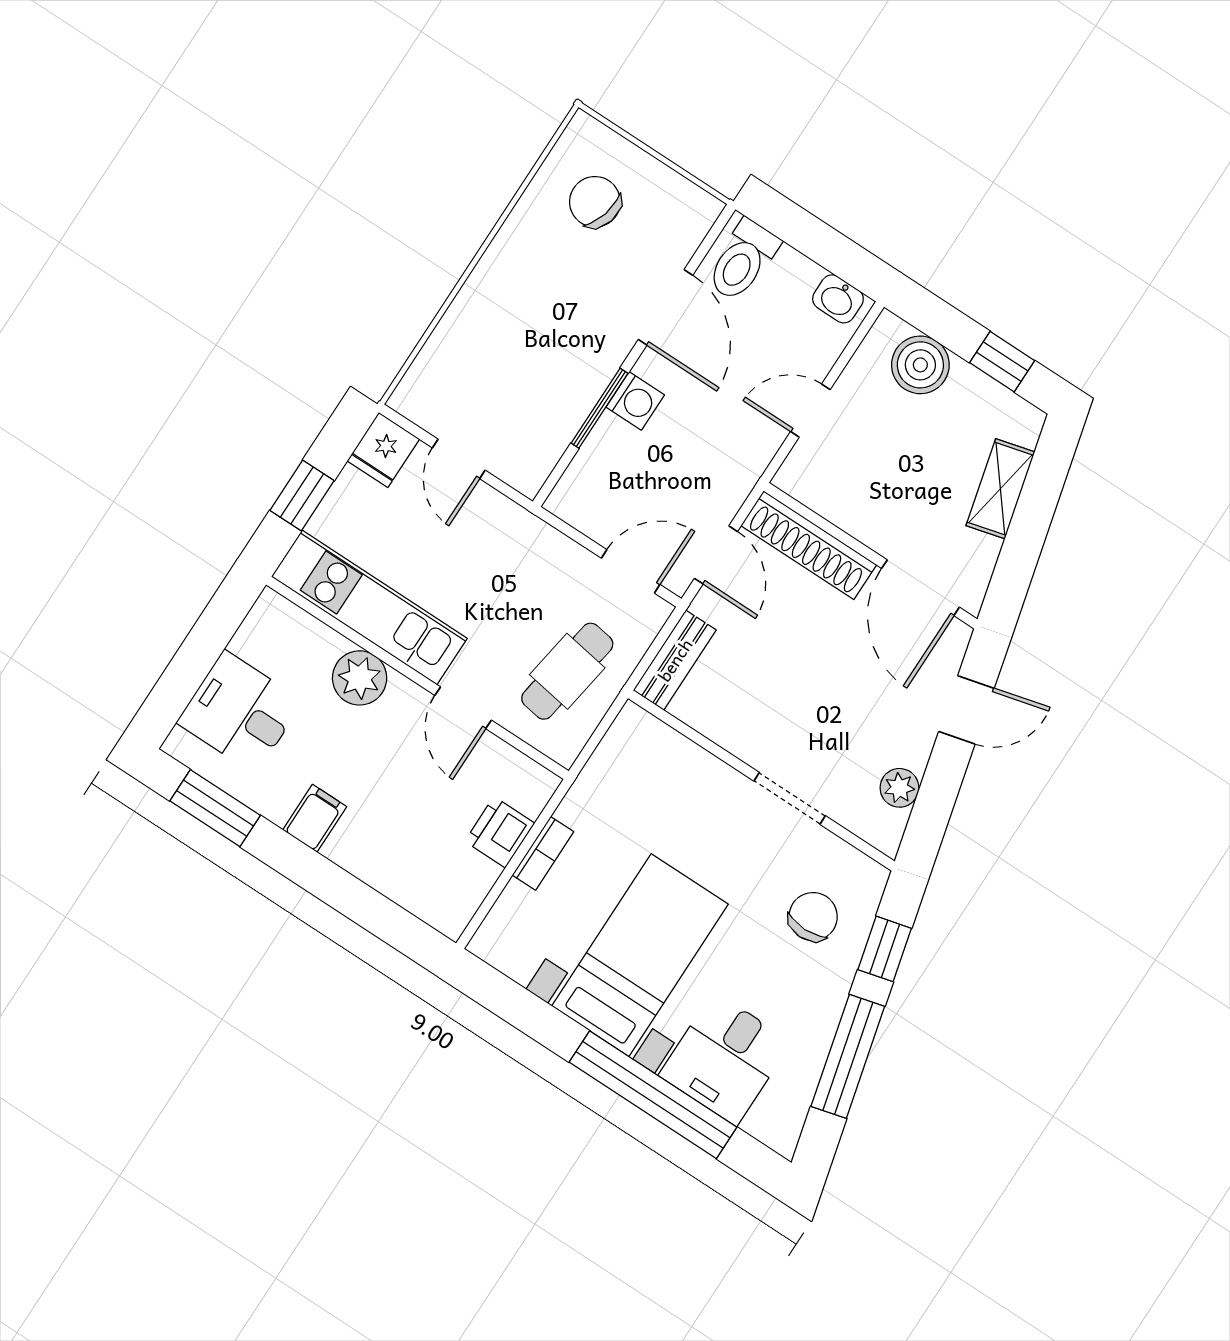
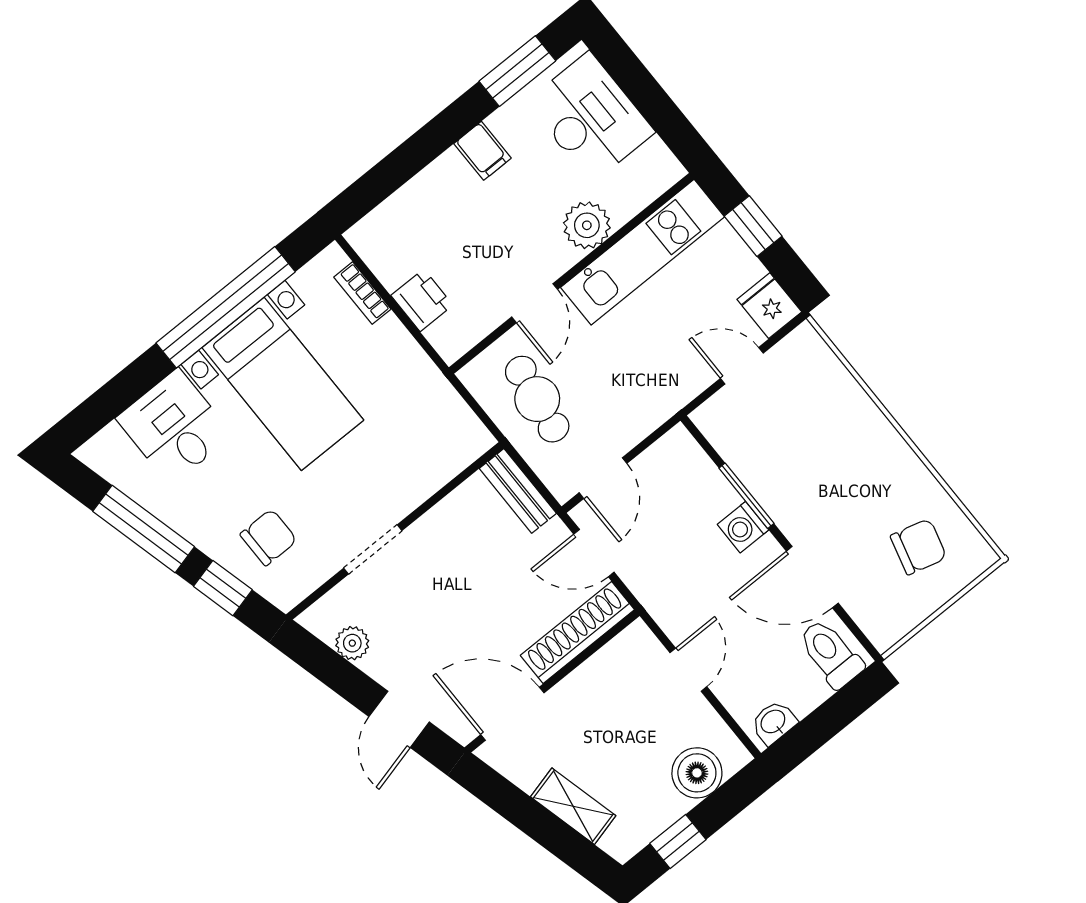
door: (463, 708) -> (535, 303), swing flipped
desk: (240, 712) -> (590, 117), width x1.37
bookcase: (543, 853) -> (362, 293), moved
chair: (813, 917) -> (269, 537), turned -90
window: (653, 1095) -> (226, 307), moved

